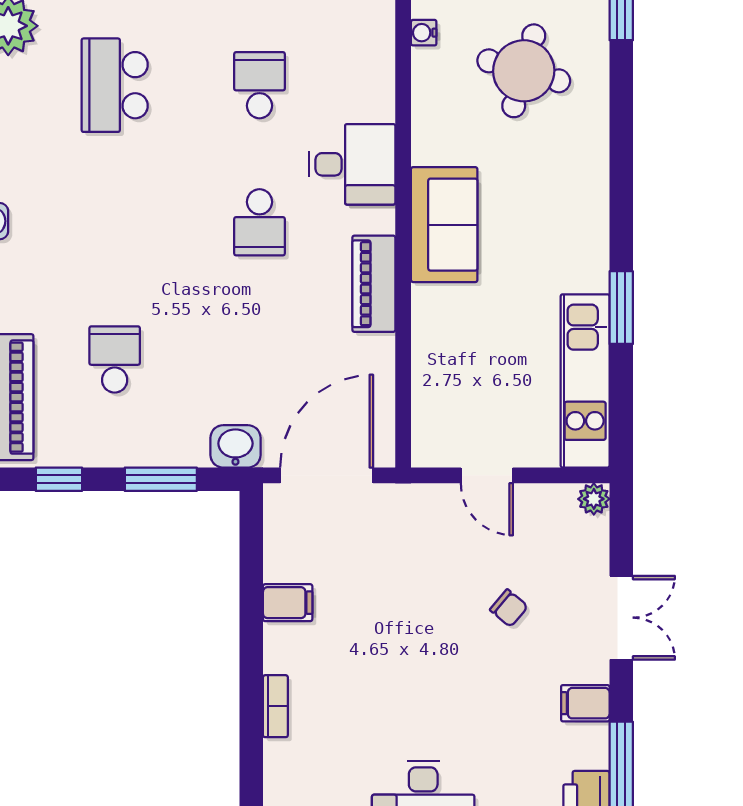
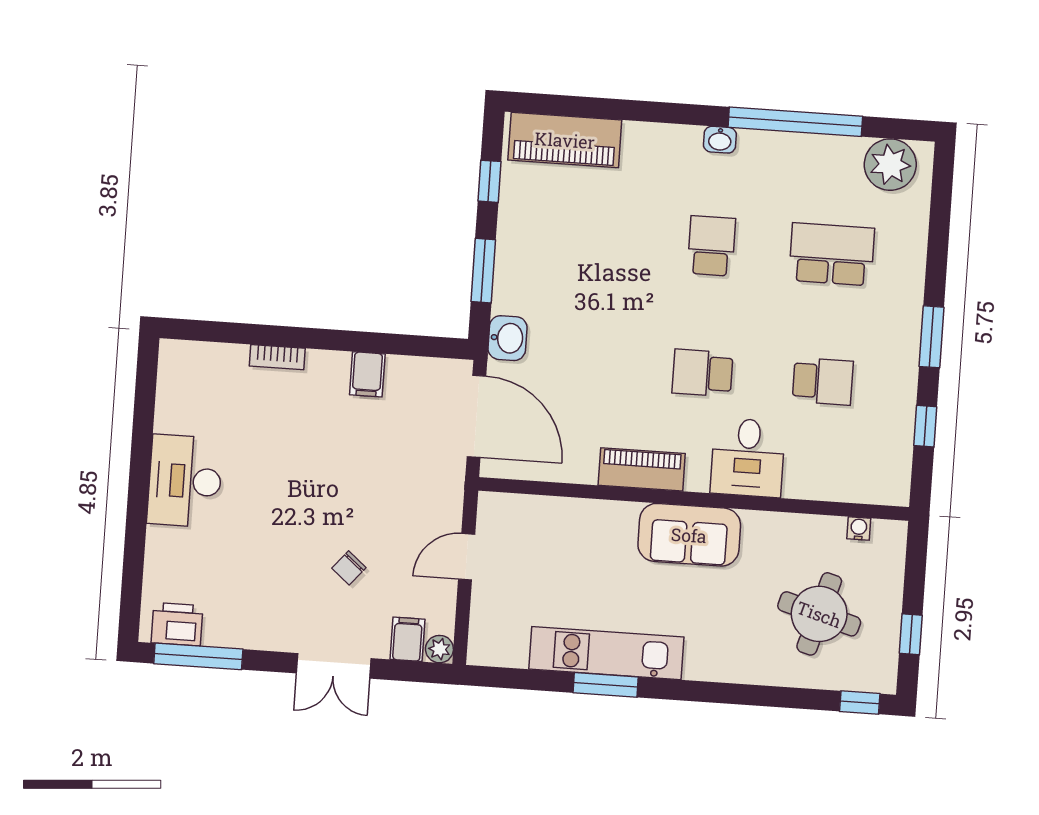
school desk: (115, 359) -> (711, 246), moved, turned -90
kitchen unit: (585, 381) -> (606, 653), moved
filing cabinet: (585, 703) -> (408, 639), moved

